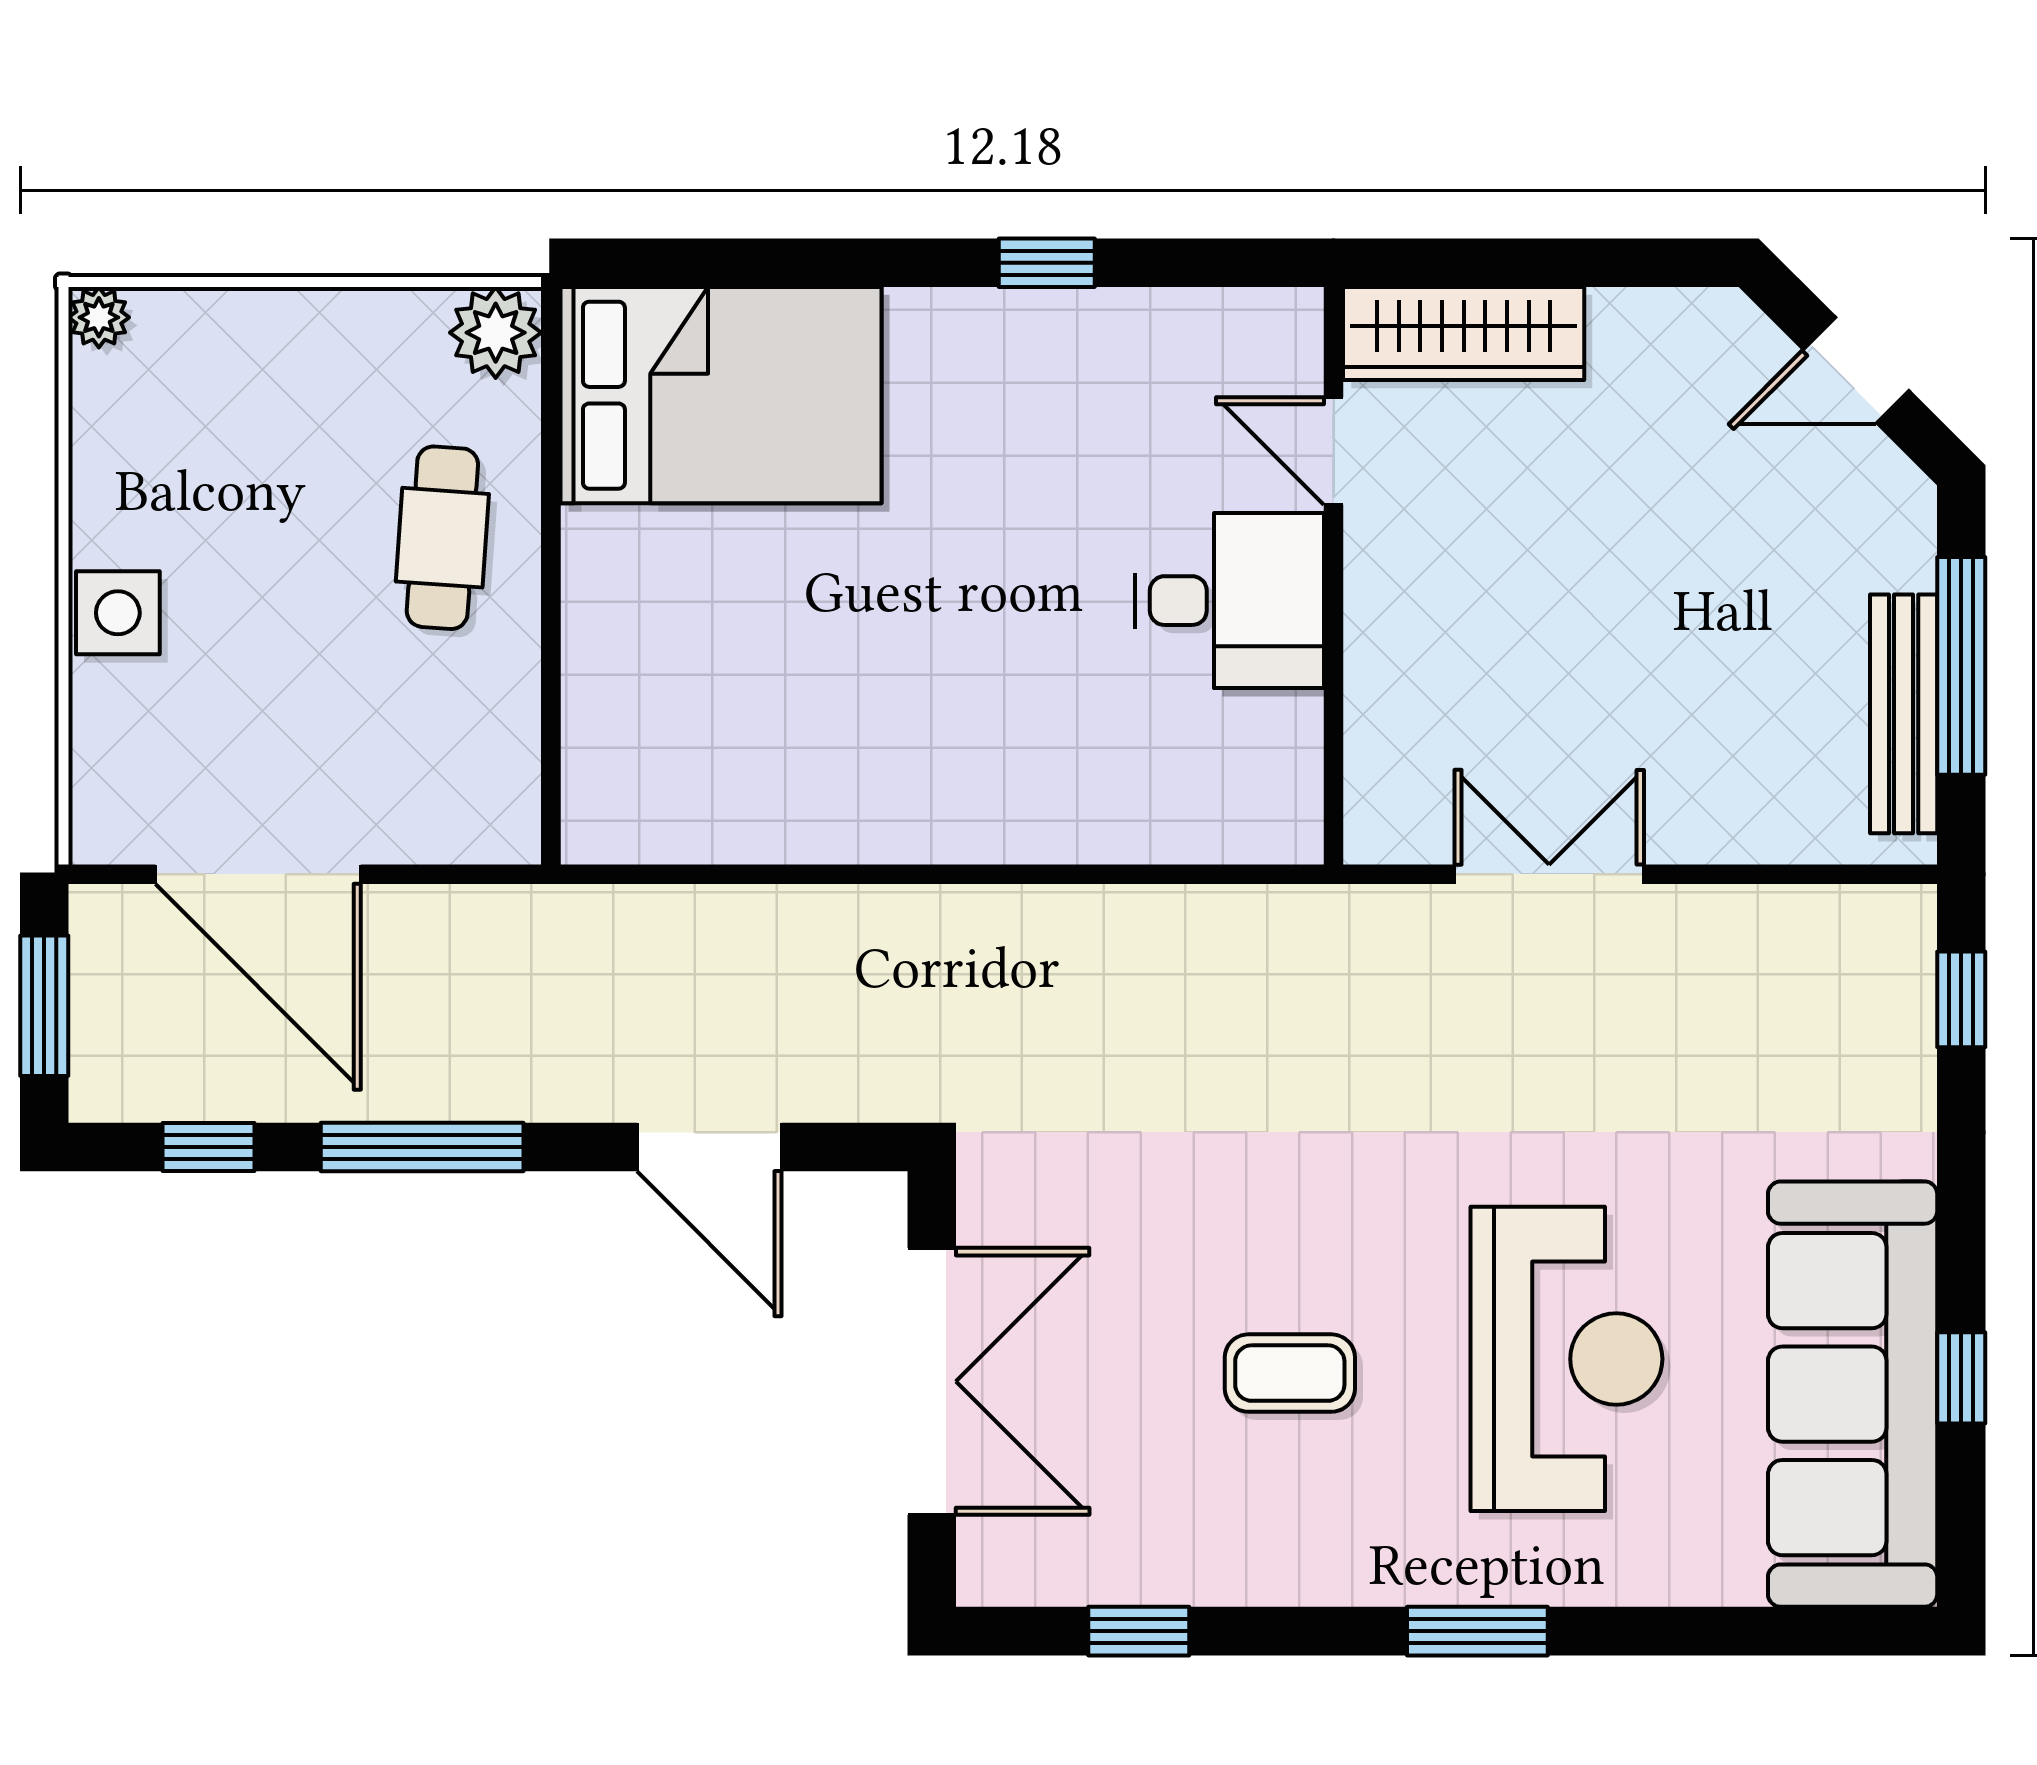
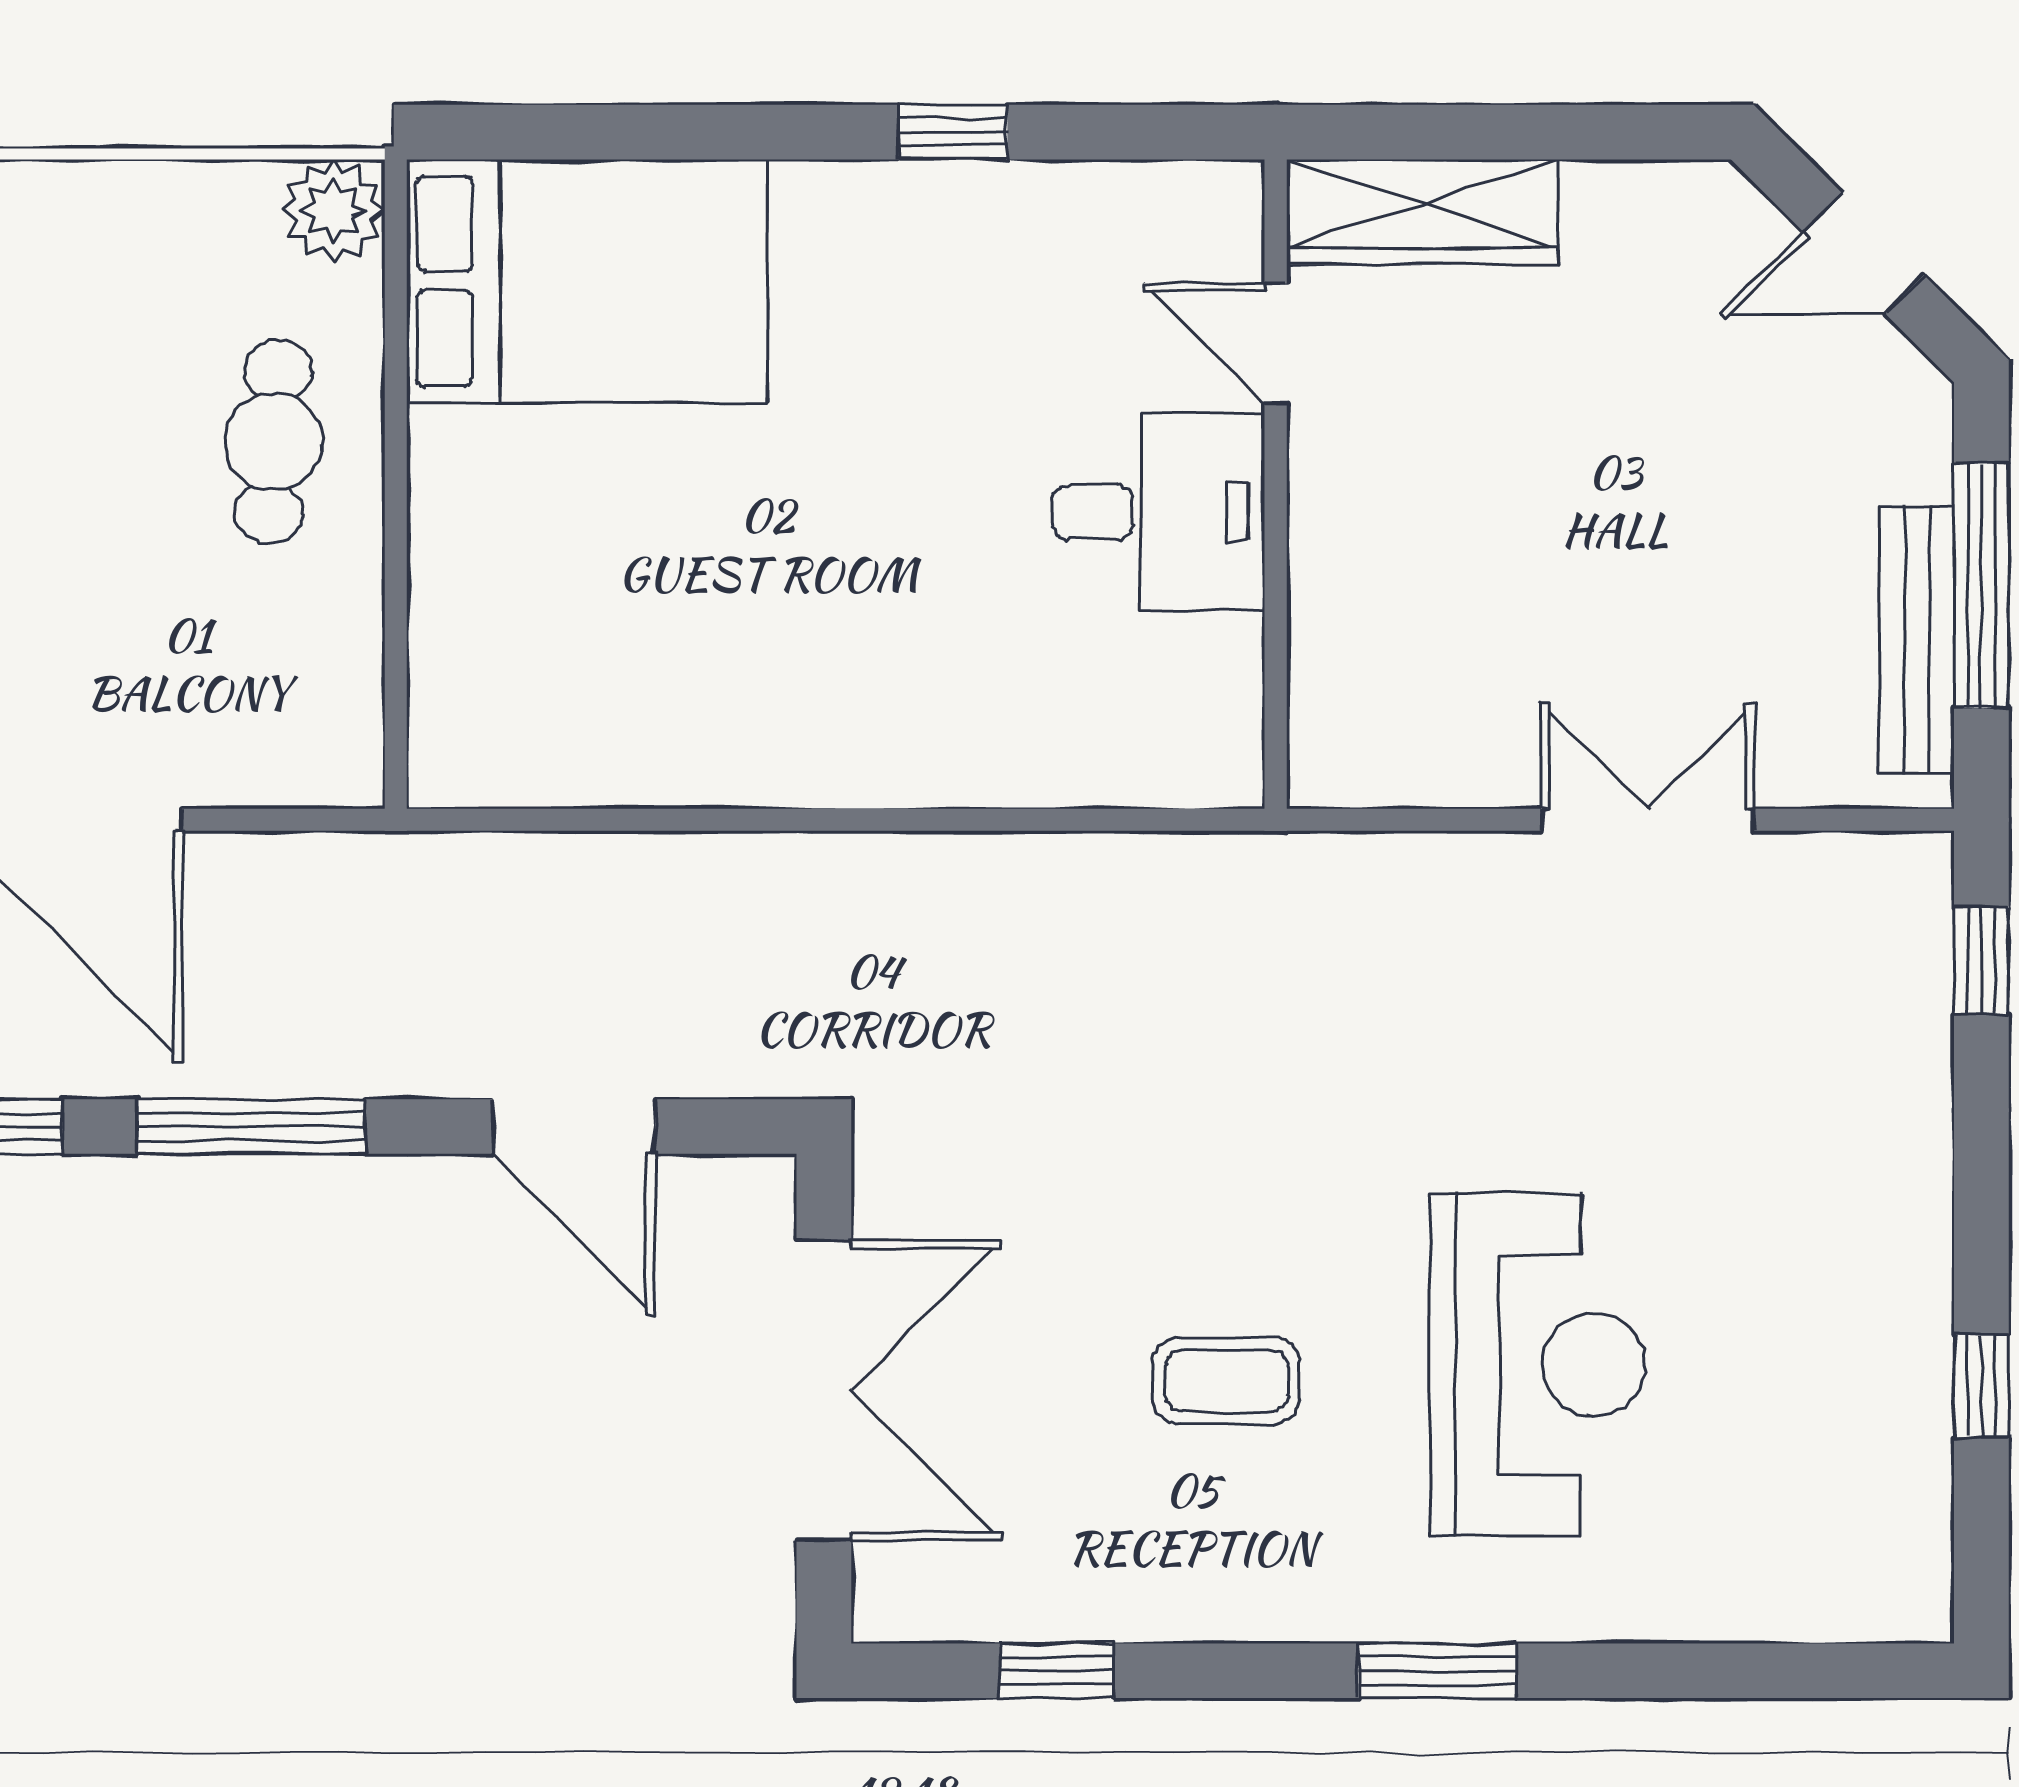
double door: (1549, 874) -> (1648, 820), moved
sofa: (1853, 1394) -> (1859, 1404), removed

